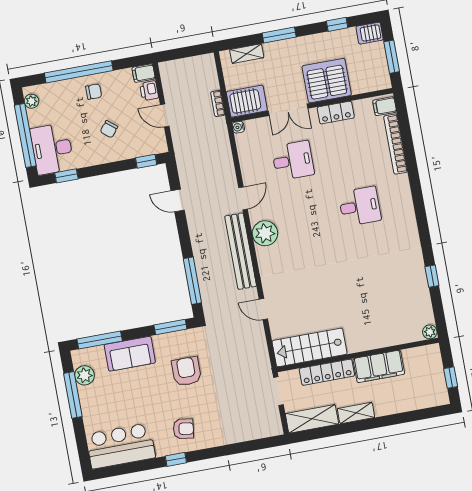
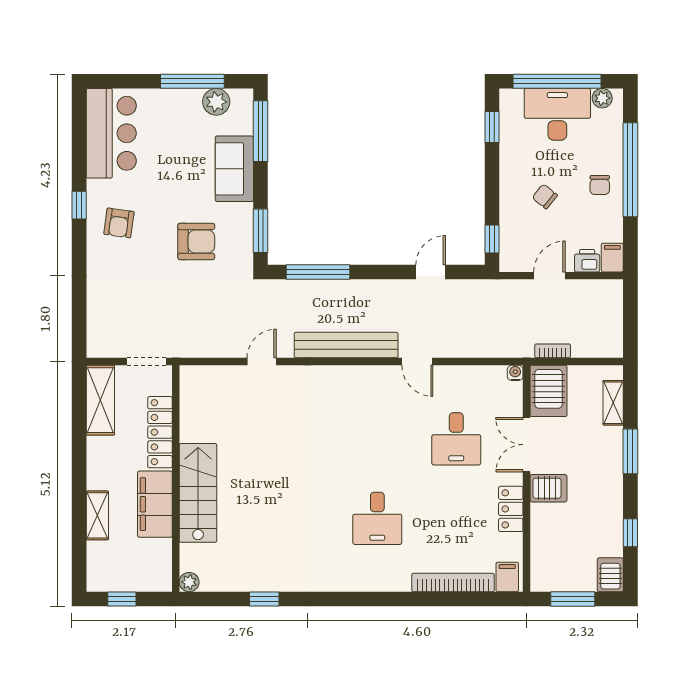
server rack: (327, 81) -> (548, 488), width x0.46, depth x0.70
desk: (52, 149) -> (557, 114), moved
plant: (265, 233) -> (364, 383), removed
stairs: (309, 347) -> (198, 493), moved
shelving: (356, 413) -> (97, 515), moved

